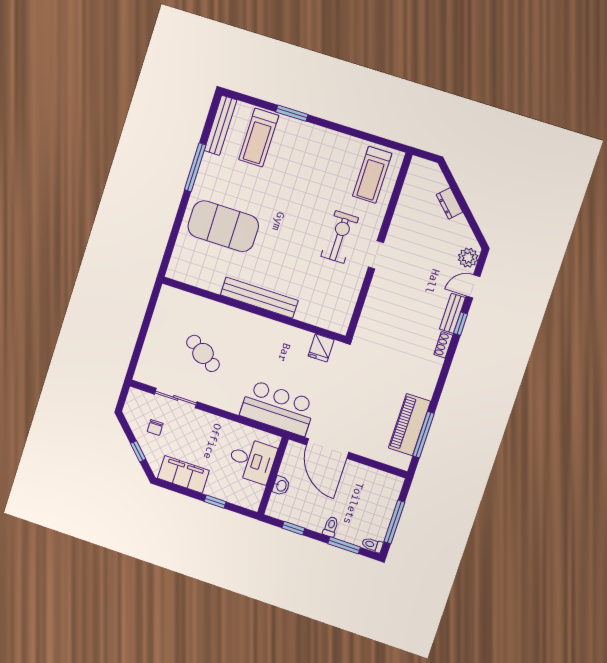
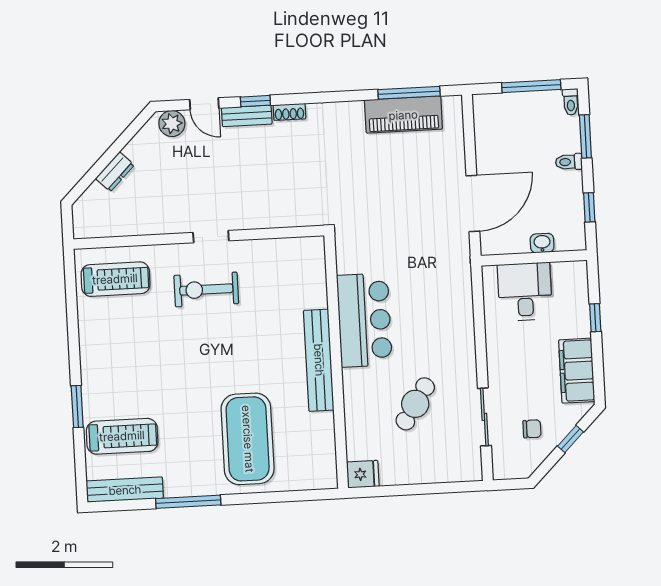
fridge: (321, 348) -> (363, 474), moved
bar counter: (278, 408) -> (364, 320), moved, turned 180

